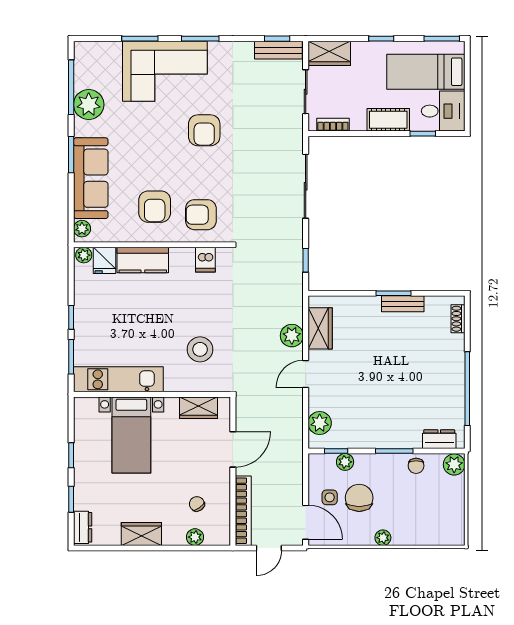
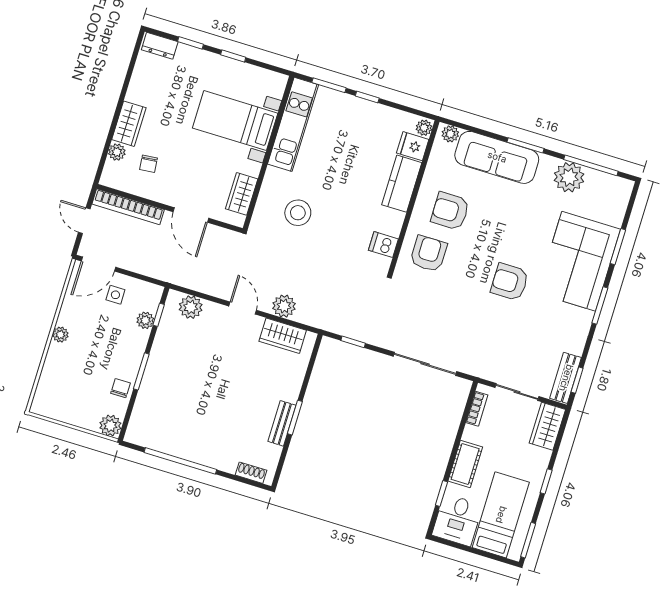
dresser: (439, 439) -> (139, 419), removed
chair: (416, 466) -> (120, 388), turned 90
chair: (359, 498) -> (106, 323), removed
chair: (197, 504) -> (149, 164), turned 120
wardrobe: (141, 534) -> (129, 124), moved

